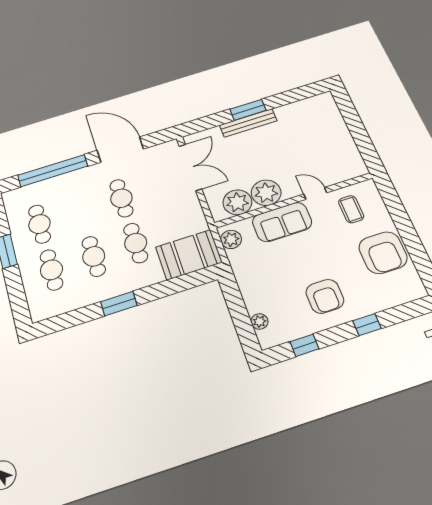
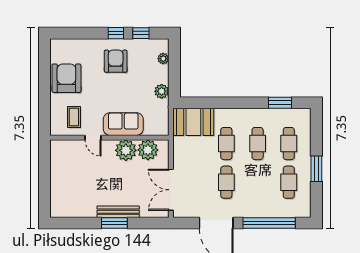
plant: (231, 239) -> (162, 91), moved
window: (119, 304) -> (280, 103), moved
window: (367, 325) -> (116, 33), moved

